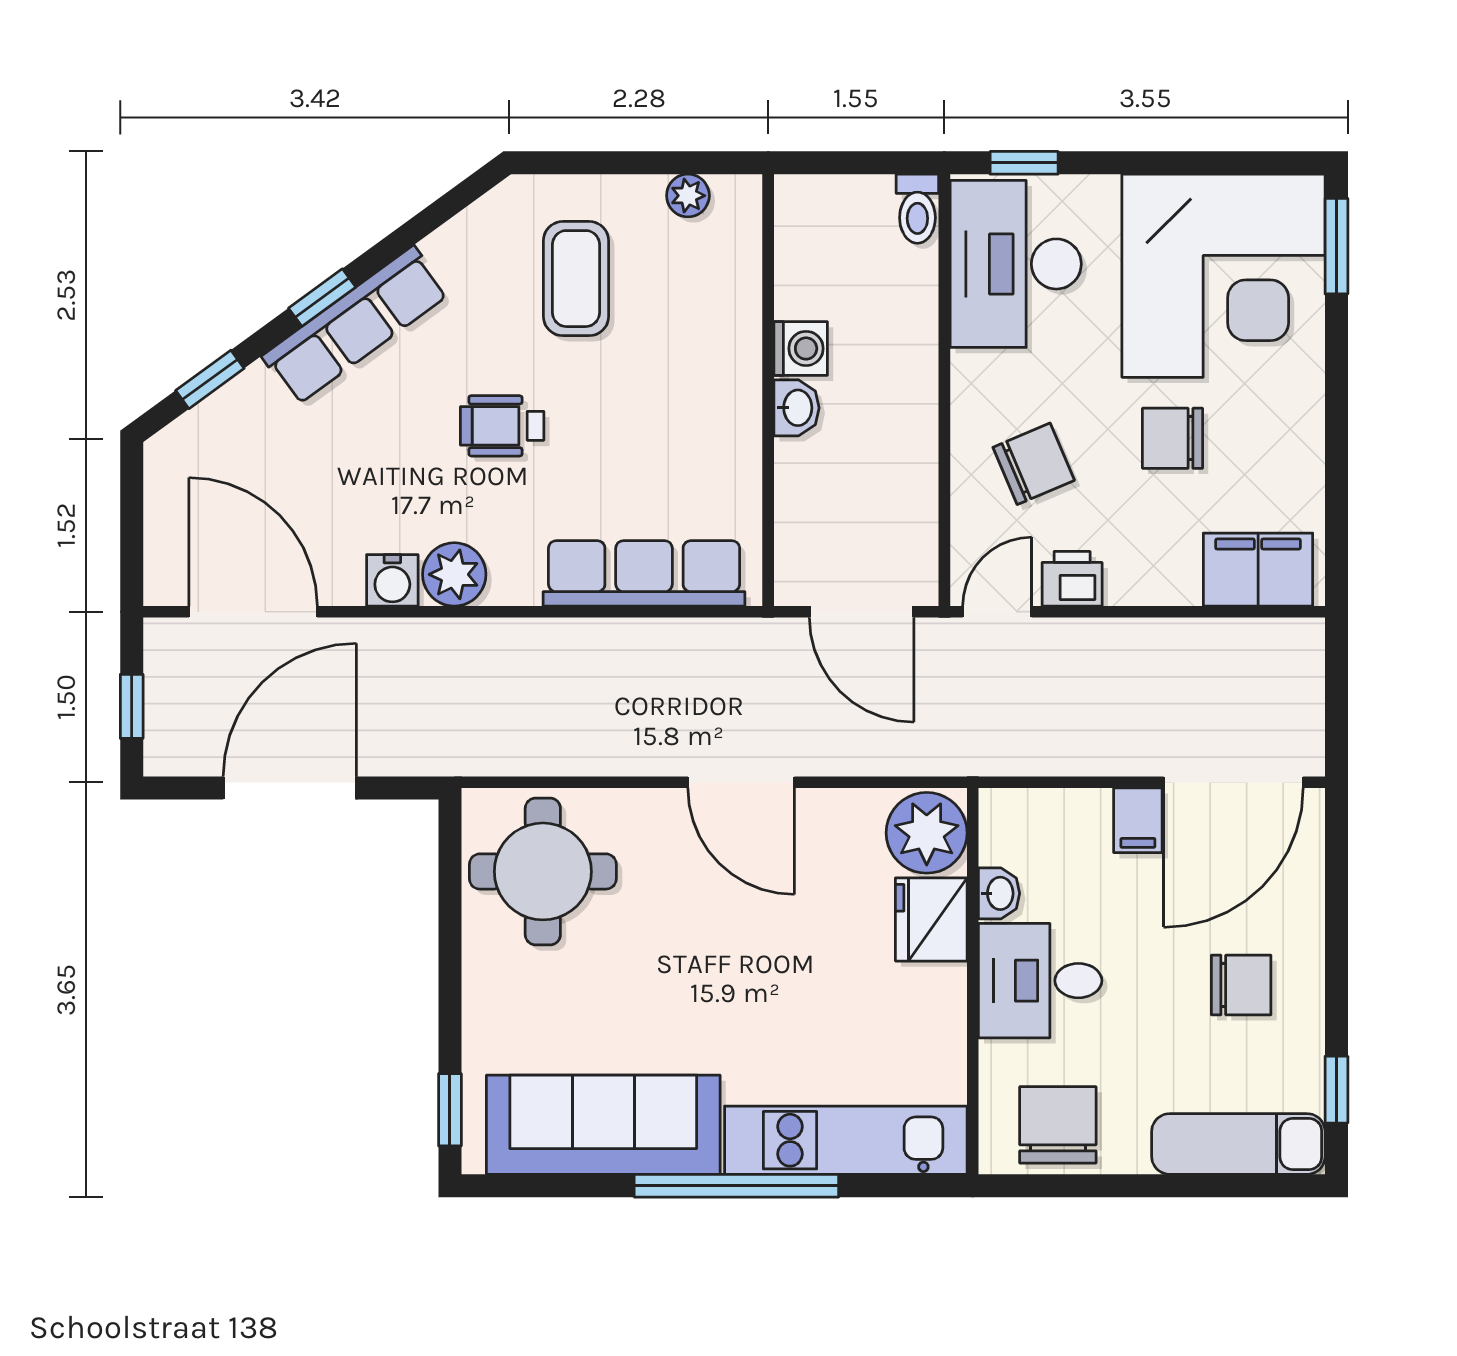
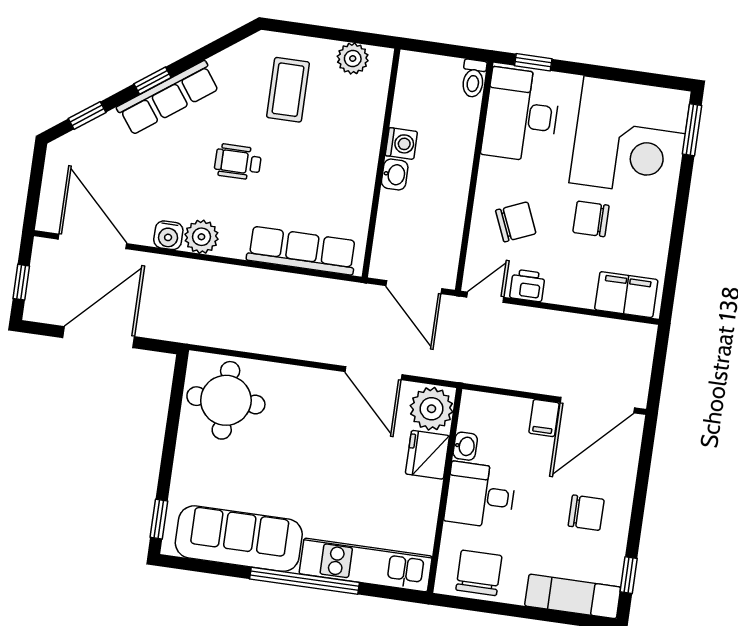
plant: (688, 196) -> (353, 58), width x1.38, depth x1.38
door: (741, 782) -> (373, 373), moved

